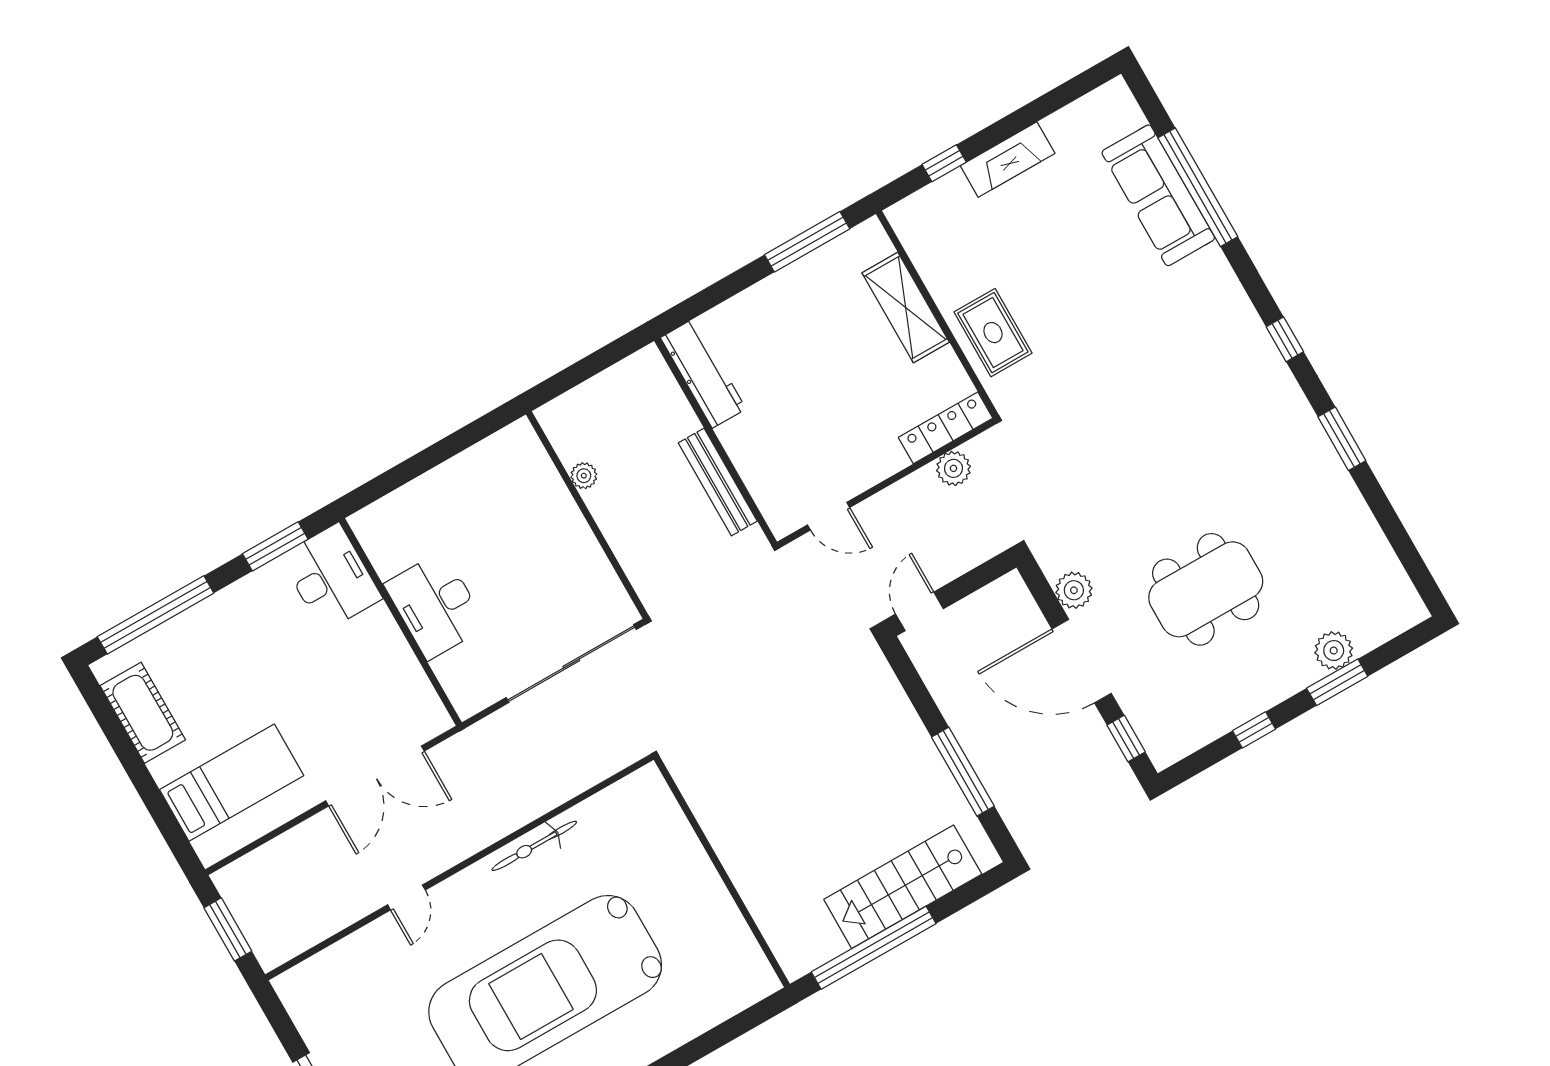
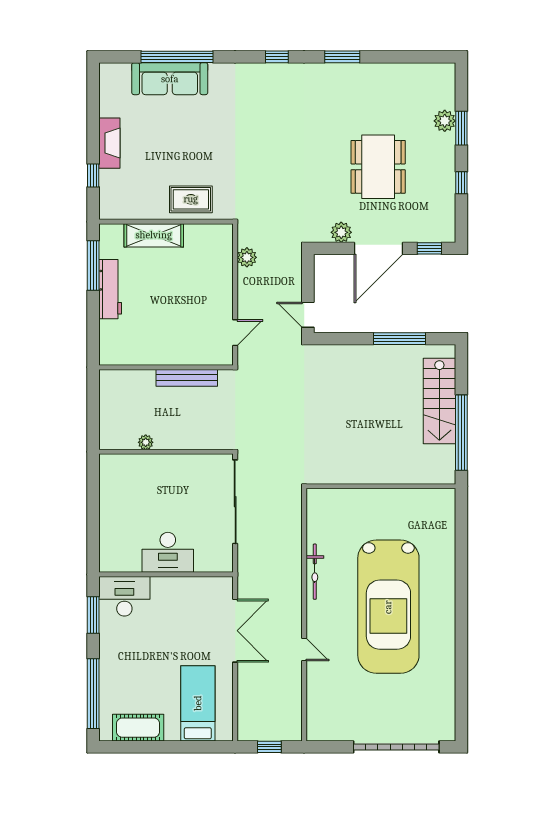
workbench: (703, 373) -> (110, 289), moved, turned 90
locker: (946, 428) -> (225, 250), removed
window: (228, 929) -> (269, 747), width x0.67

